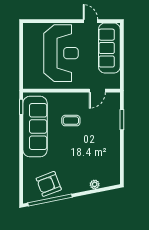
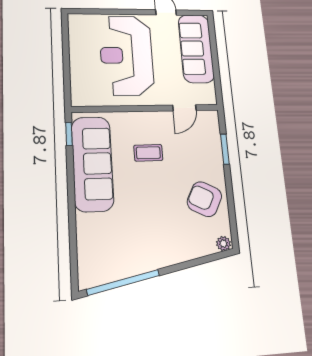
reception desk: (61, 53) -> (126, 55), turned 180
armchair: (49, 184) -> (204, 199), moved, turned 48
plant: (95, 184) -> (223, 244), moved

